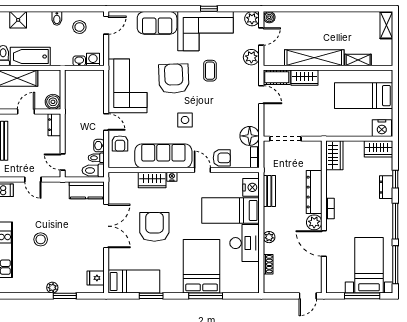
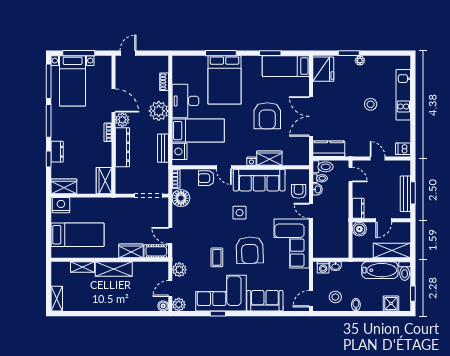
shelving: (314, 58) -> (114, 269), width x0.68
plant: (269, 237) -> (159, 111), width x1.87, depth x1.87
fridge: (96, 278) -> (323, 69), width x1.88, depth x1.34

